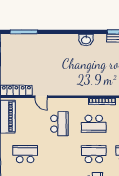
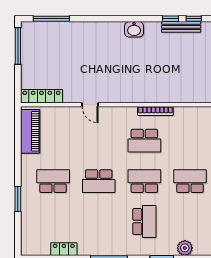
door: (41, 97) -> (90, 105), moved
school desk: (59, 124) -> (99, 181), moved, turned 90

